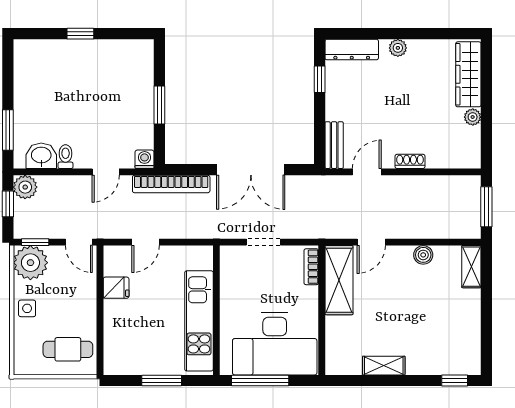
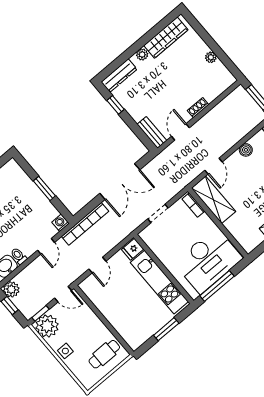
wardrobe: (468, 74) -> (166, 38), moved, turned -90
fridge: (116, 288) -> (133, 249), moved, turned 180

